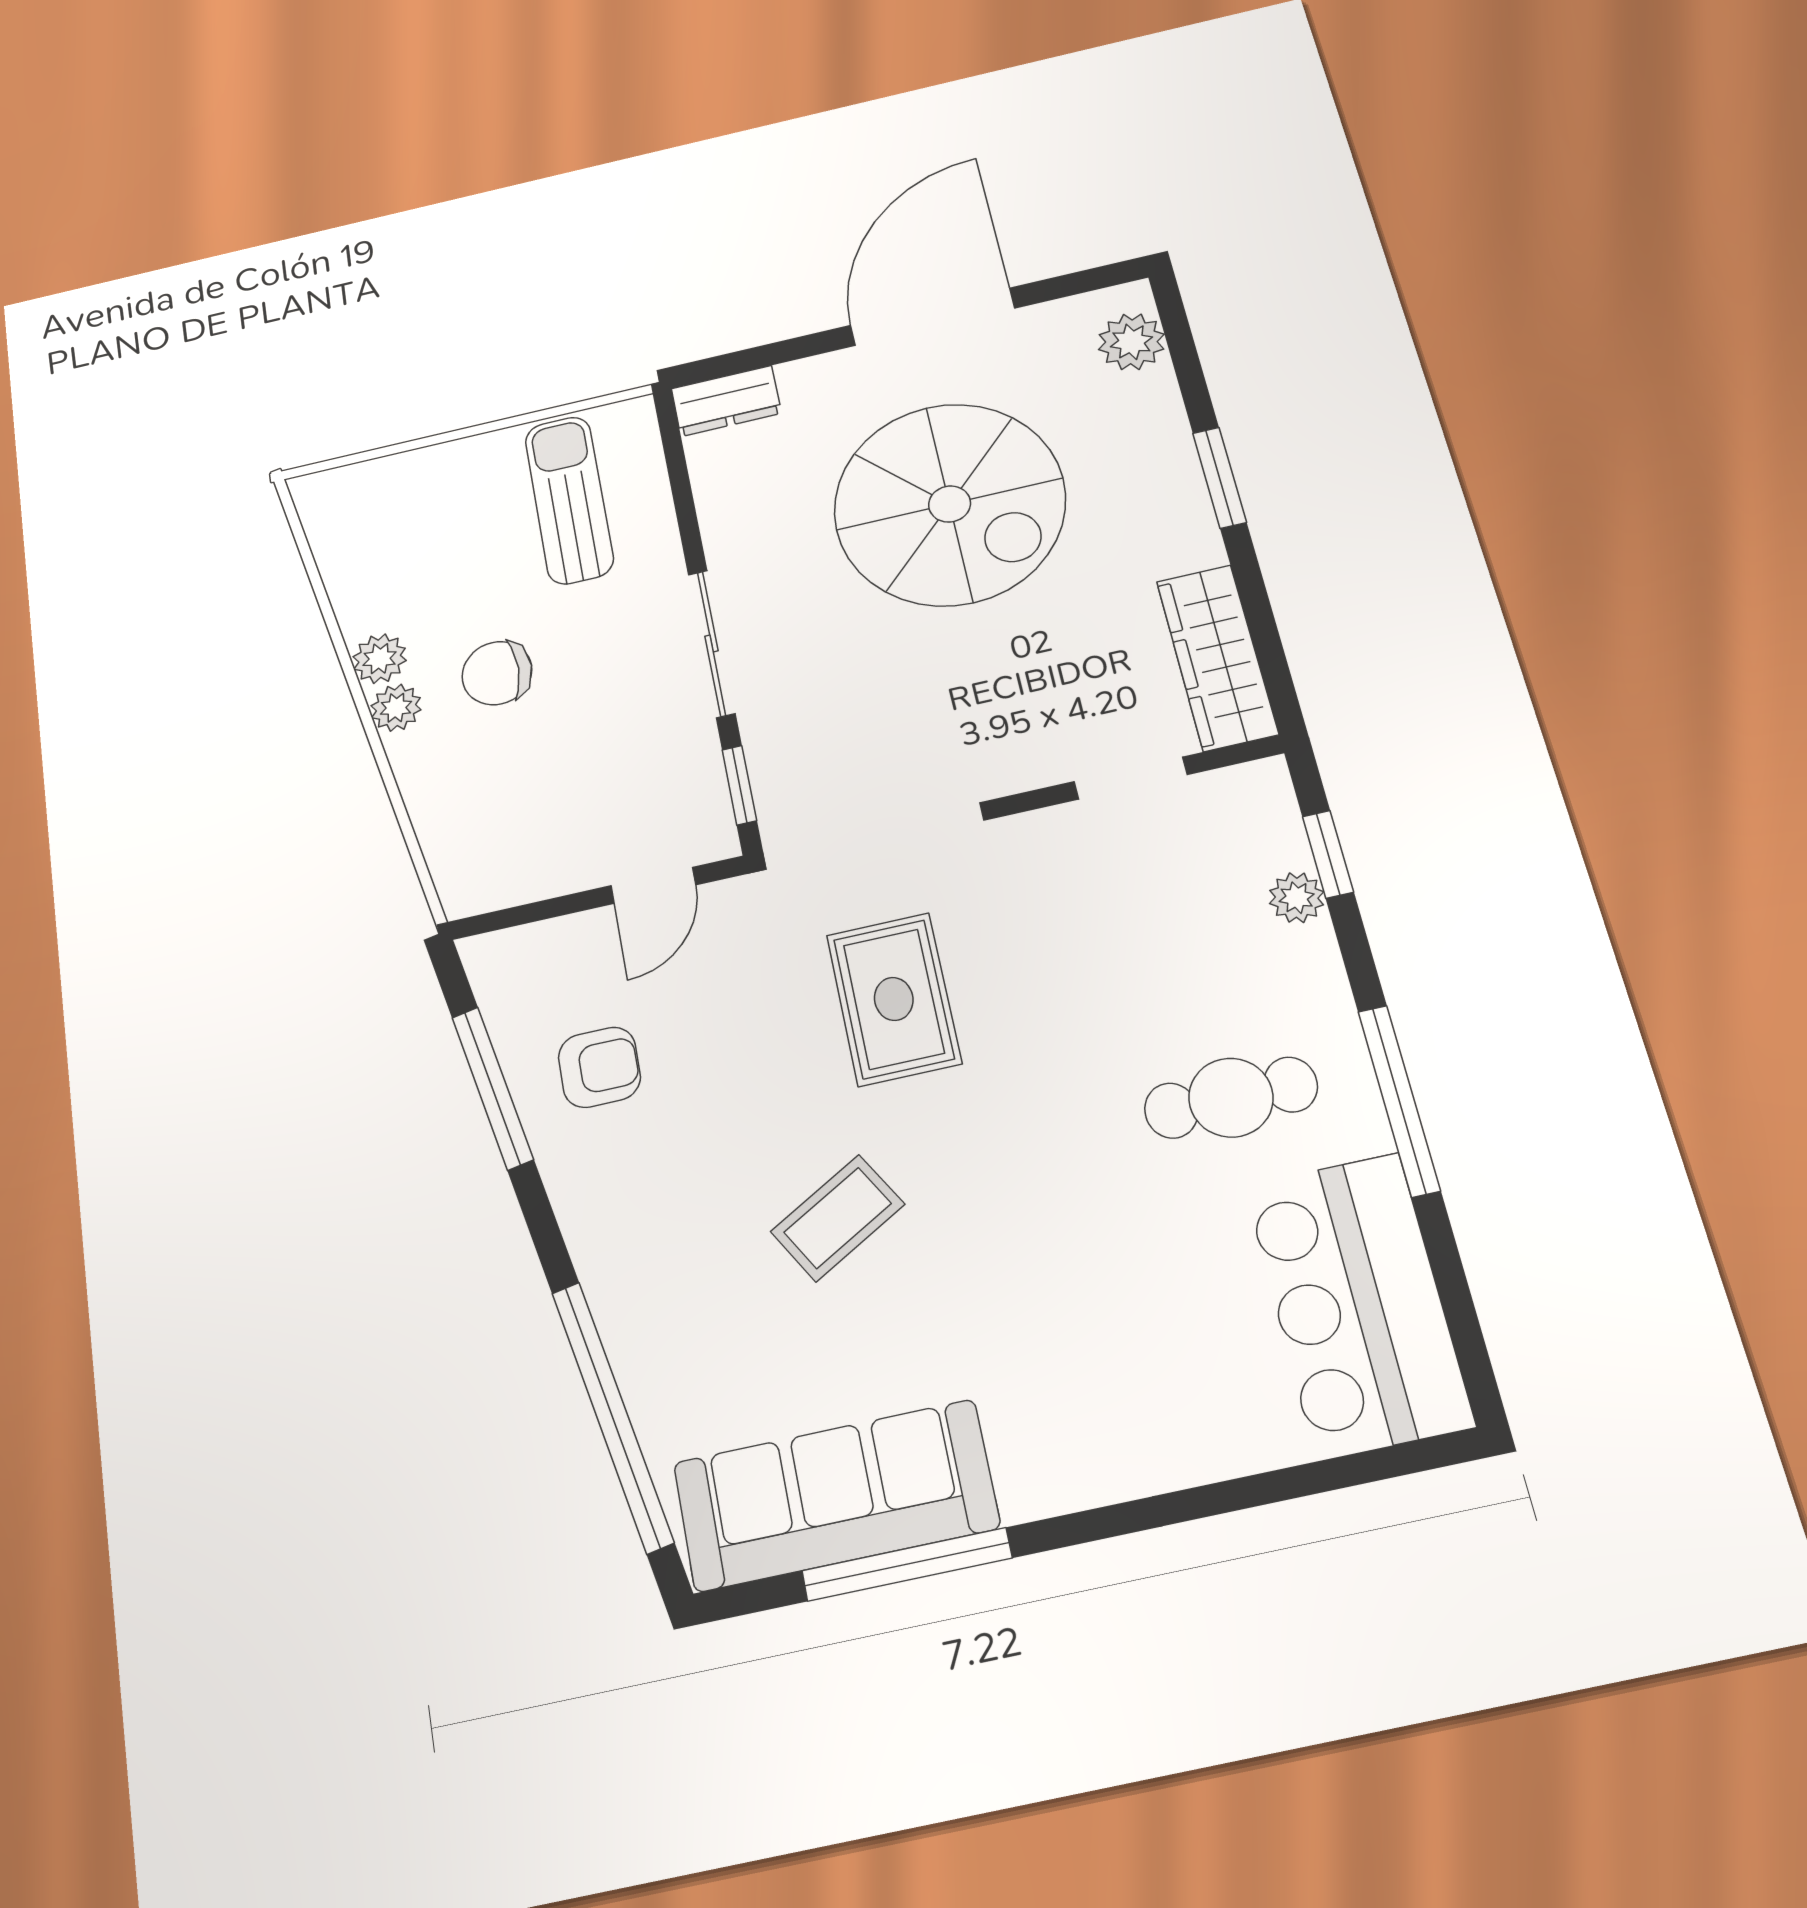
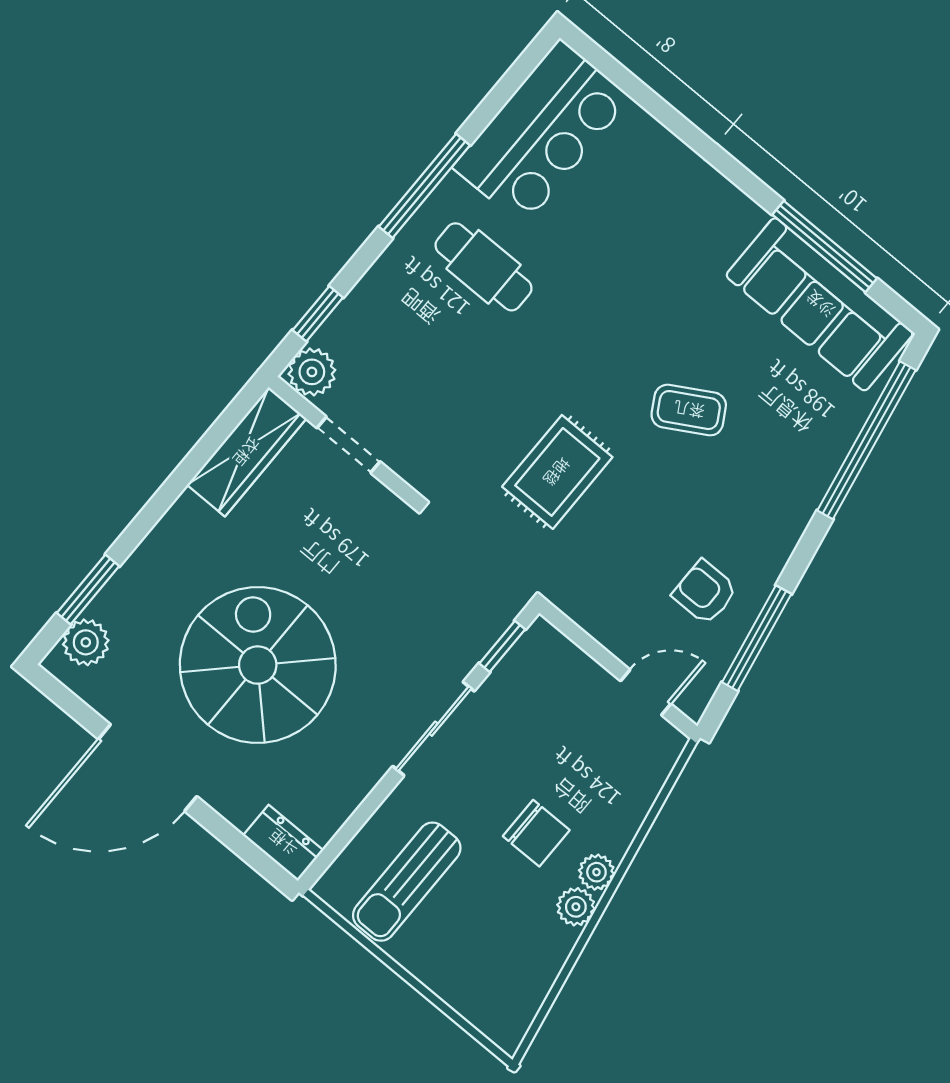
window: (1219, 478) -> (88, 590), moved
door: (653, 885) -> (646, 692), moved
plant: (1297, 898) -> (312, 372), moved, width x1.38, depth x1.38

